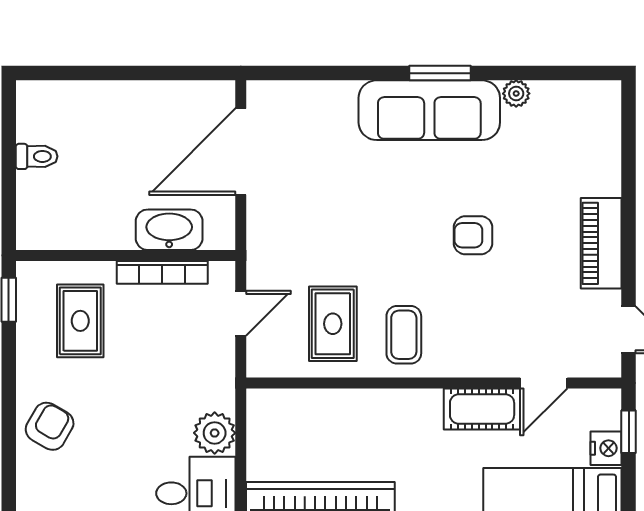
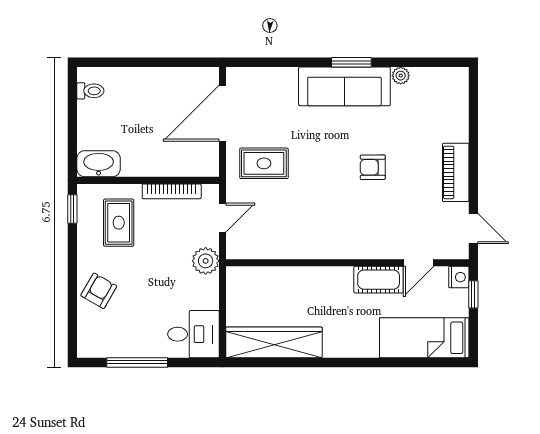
toilet: (37, 156) -> (90, 91), moved
washbasin: (169, 230) -> (99, 164), moved
rug: (333, 324) -> (264, 163), moved, turned 90
coffee table: (404, 335) -> (328, 232), removed
plant: (215, 433) -> (206, 261), moved
nightstand: (606, 448) -> (459, 277), moved

